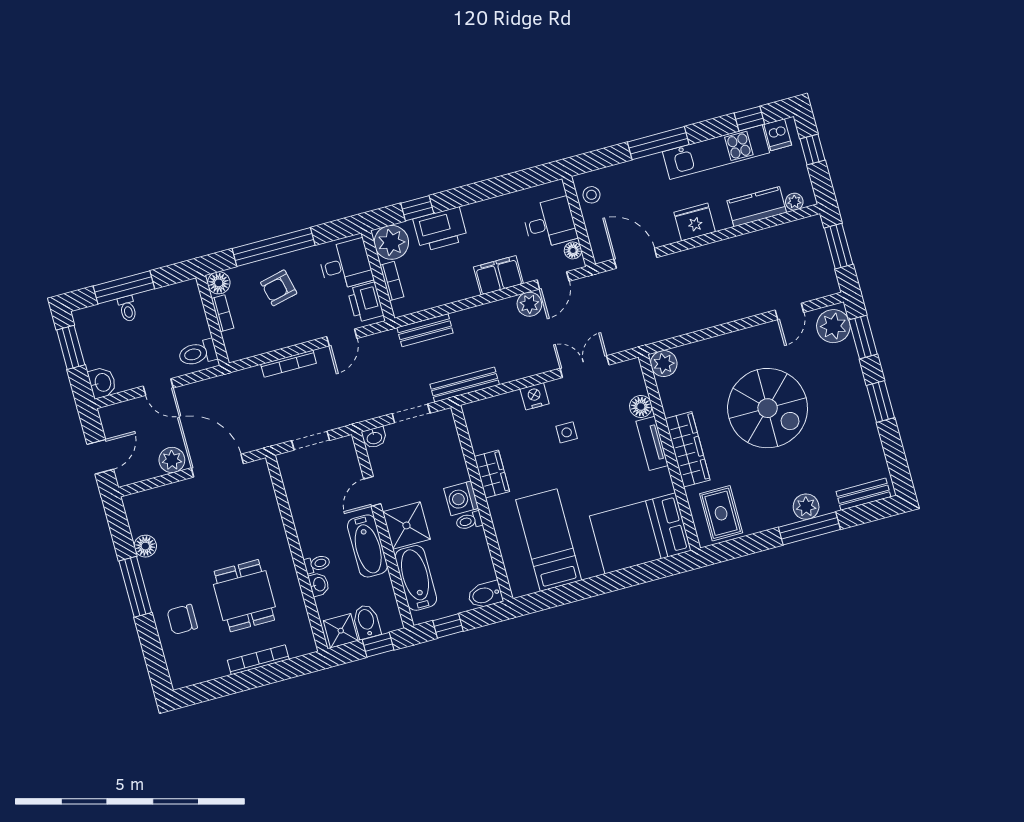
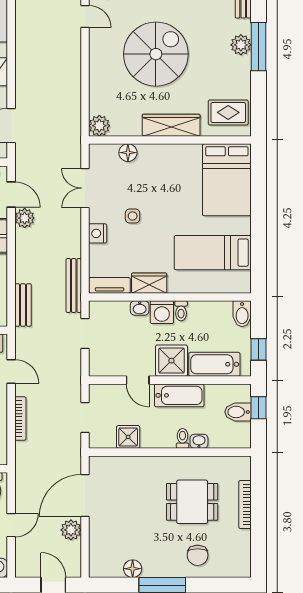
washbasin: (374, 438) -> (140, 308), moved, turned 90
tv unit: (652, 443) -> (110, 285), moved, turned 180
shower: (341, 631) -> (128, 437), moved

